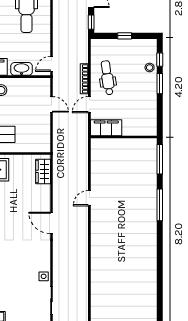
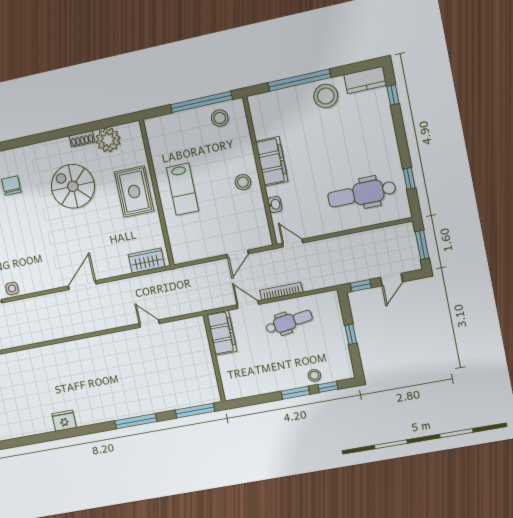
washbasin: (22, 69) -> (275, 204), width x0.52, depth x0.69
door: (89, 198) -> (149, 324), moved
fridge: (150, 259) -> (64, 421), added

